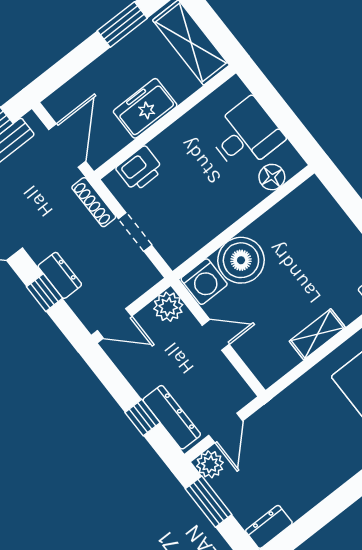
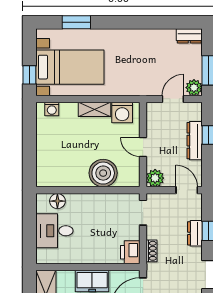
printer: (140, 169) -> (130, 252), moved, turned -90
shoe rack: (94, 202) -> (151, 251), width x0.70
doorway: (135, 232) -> (143, 213), moved
washing machine: (204, 282) -> (122, 113), moved, turned 180
dresser: (172, 417) -> (195, 141), moved

